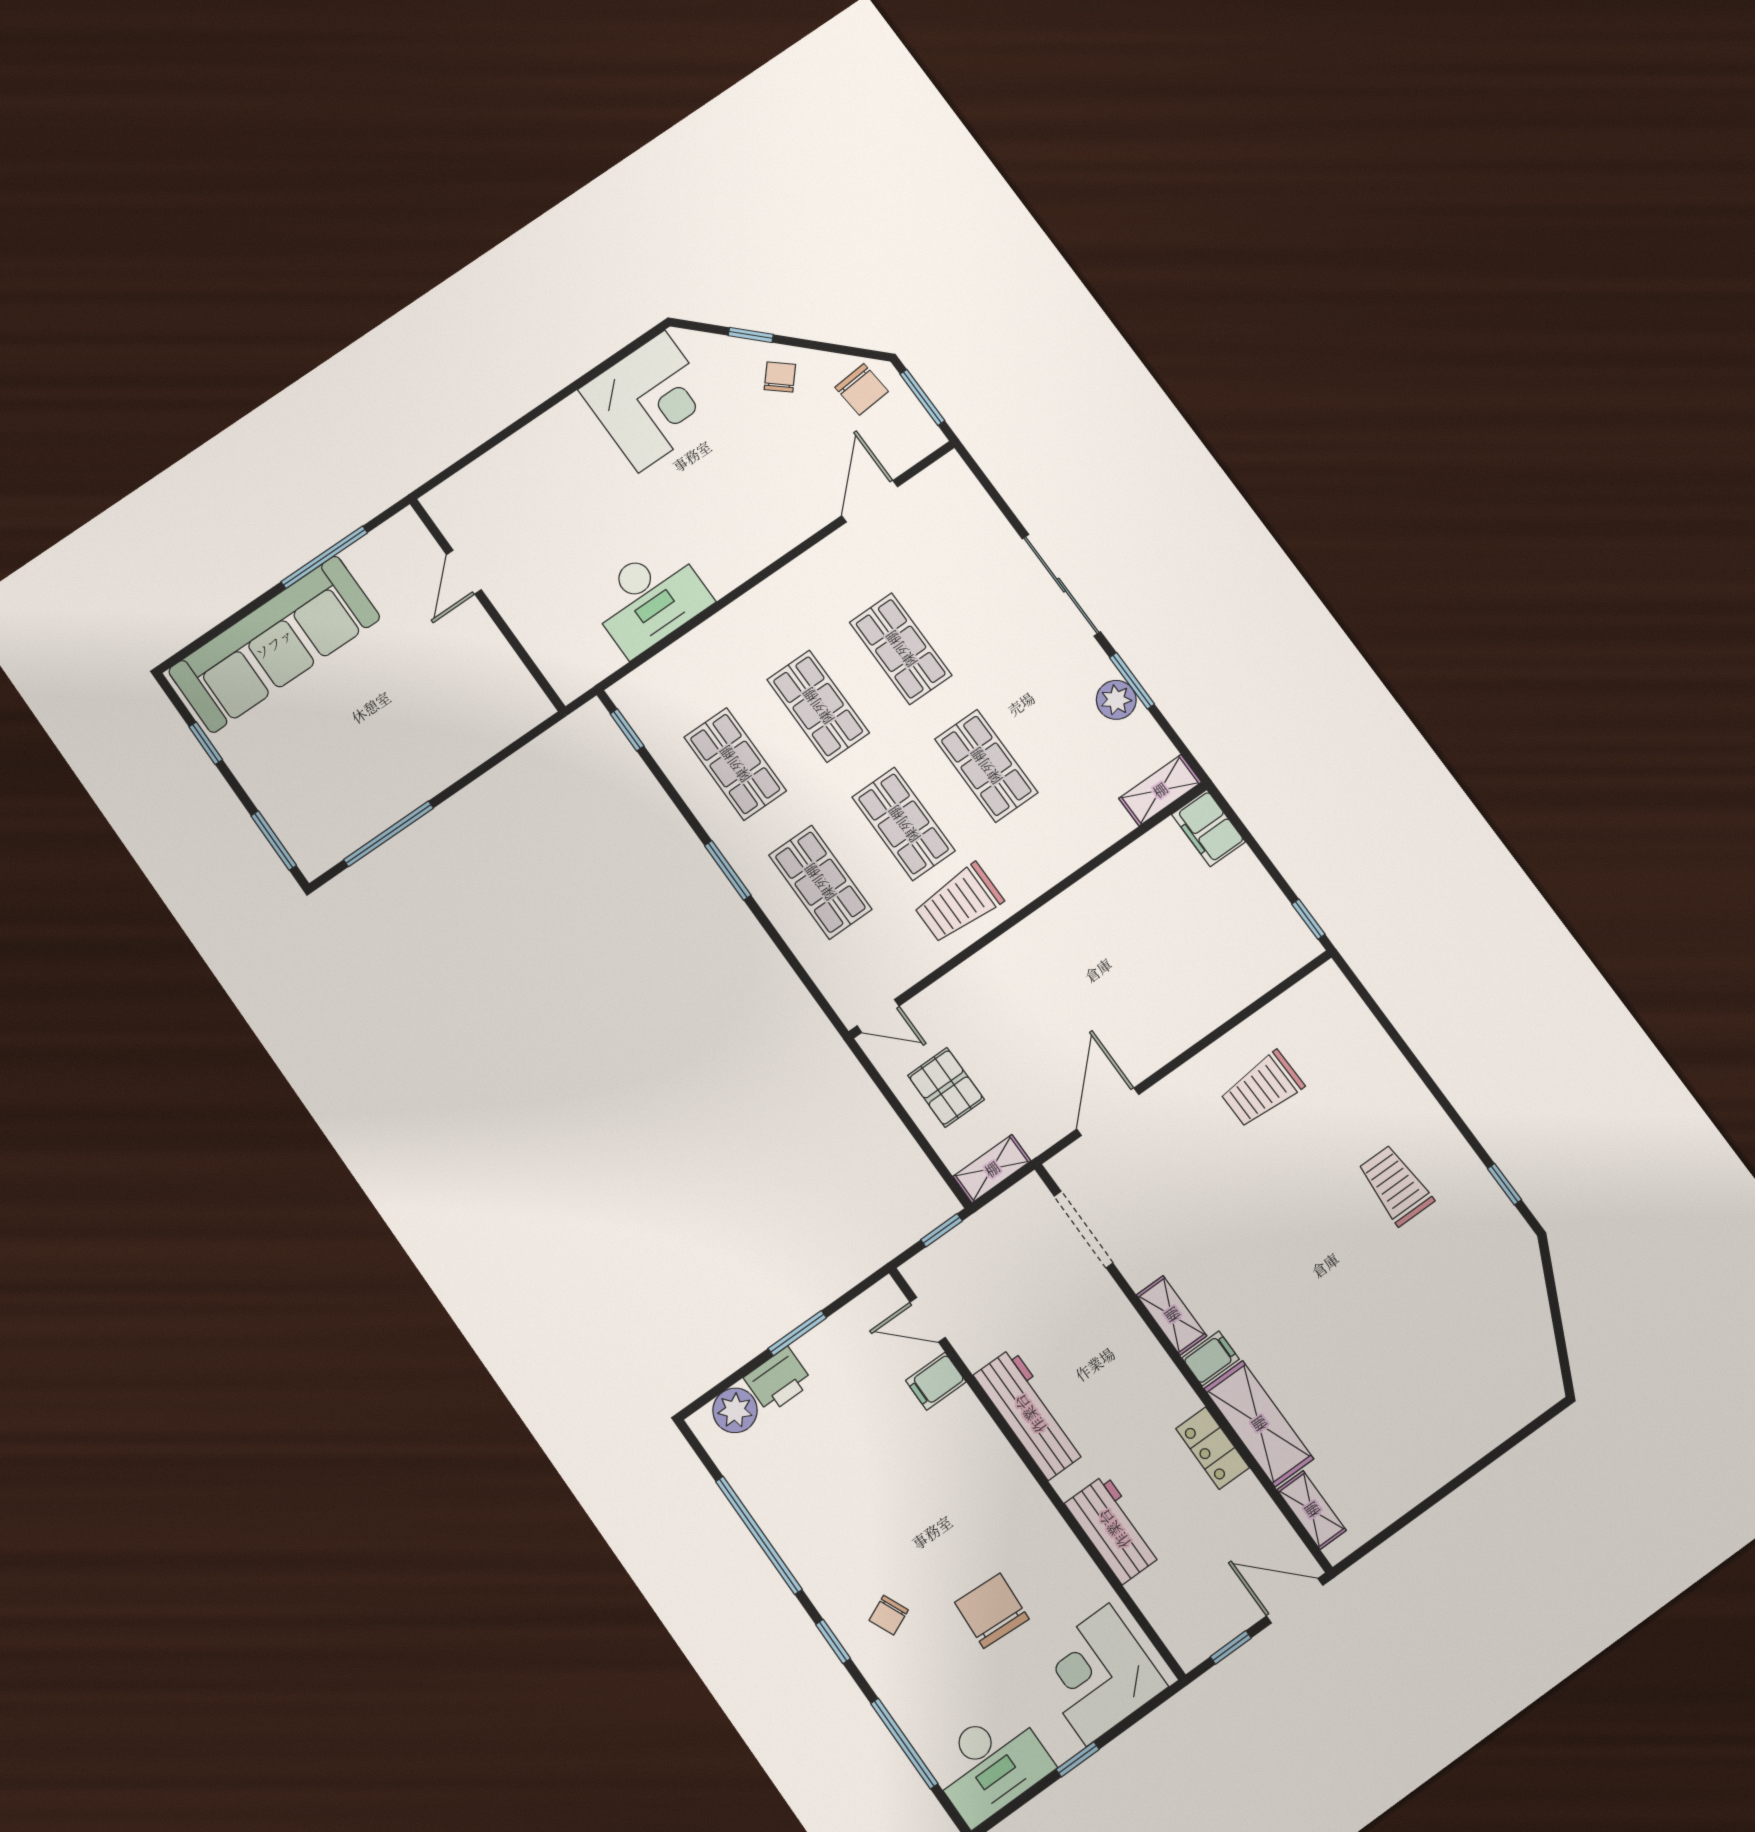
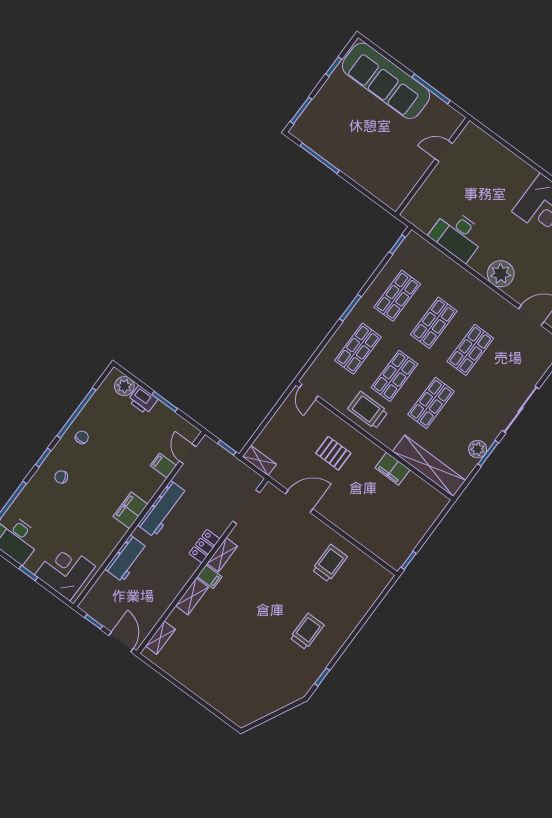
plant: (761, 536) -> (501, 274), added
shelving: (1160, 790) -> (429, 466), width x2.20, depth x1.33
filing cabinet: (1209, 828) -> (392, 469), moved, turned -90
pallet: (946, 1087) -> (333, 453), moved, turned 90
trolley: (1262, 1089) -> (330, 563), turned 91
shelving: (1259, 1424) -> (192, 596), width x0.67, depth x0.75
locker: (1212, 1448) -> (204, 546), moved
filing cabinet: (1011, 1485) -> (130, 510), added
chair: (992, 1611) -> (82, 437), moved, width x0.54, depth x0.54

